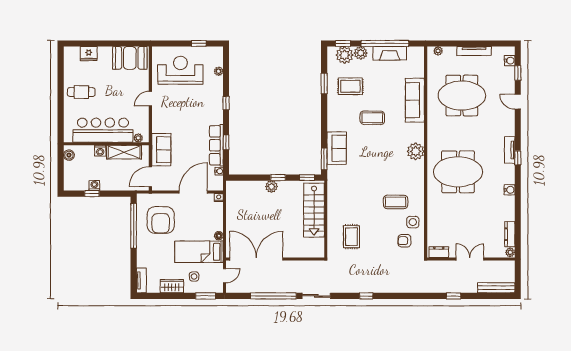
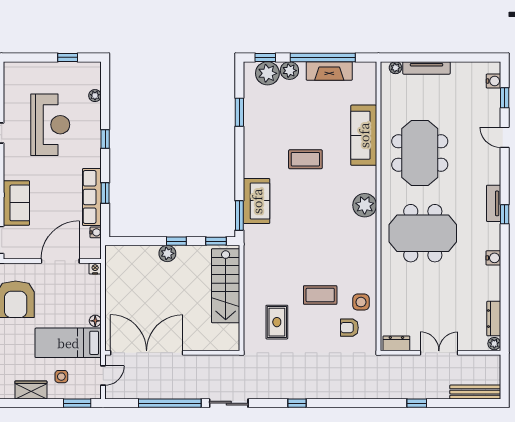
tv unit: (474, 51) -> (426, 68), moved
reception desk: (180, 70) -> (50, 125), moved, turned 90
rug: (350, 86) -> (275, 116), removed
meeting table: (462, 96) -> (420, 153), moved, turned 90
coffee table: (396, 202) -> (320, 295), moved

